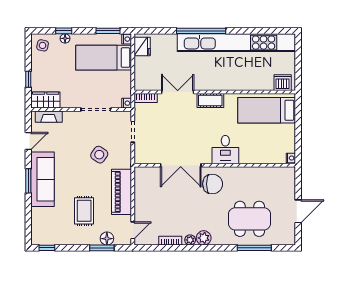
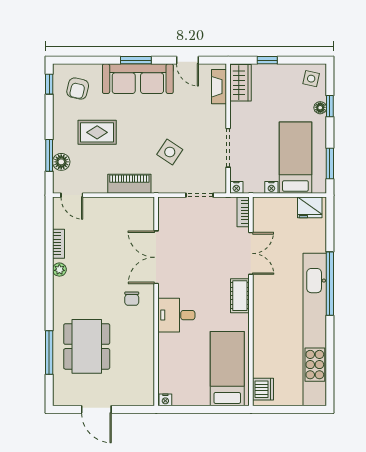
nightstand: (127, 39) -> (271, 187), moved
chair: (213, 184) -> (132, 299), width x0.54, depth x0.54
piano: (121, 192) -> (129, 184), width x0.73, depth x0.75
armchair: (50, 226) -> (78, 89), added
plant: (204, 238) -> (62, 287), removed

